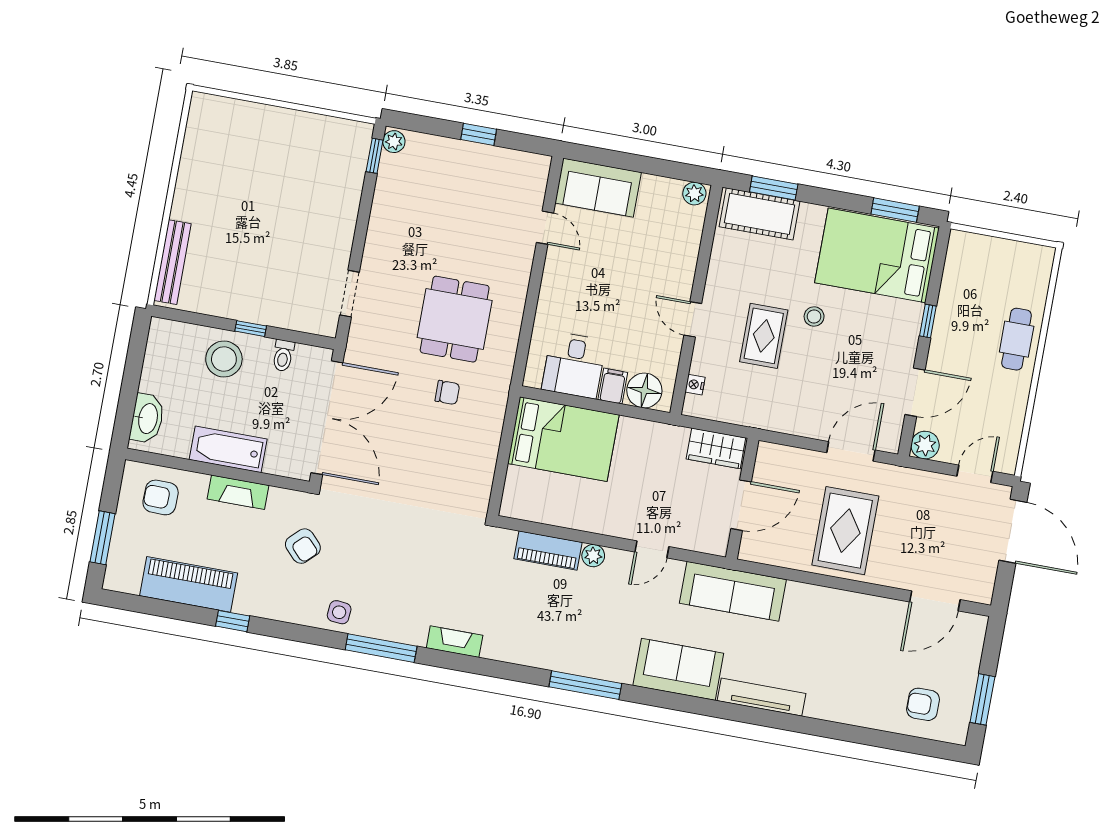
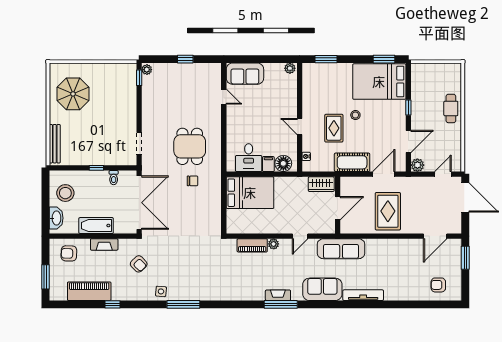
parasol: (230, 165) -> (73, 94), added
cot: (760, 214) -> (352, 162), moved
stool: (224, 359) -> (65, 193), moved
fireplace: (455, 642) -> (278, 295), moved
window: (982, 699) -> (465, 258), moved

